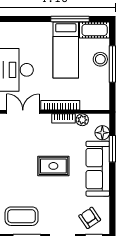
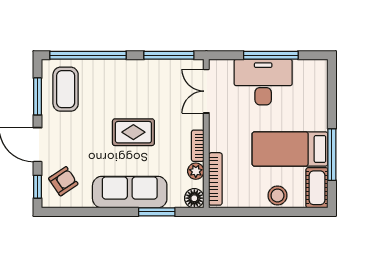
window: (112, 64) -> (271, 212), removed
bookcase: (60, 105) -> (215, 179), moved
double door: (23, 112) -> (206, 91), swing flipped
floor lamp: (102, 133) -> (194, 198), moved
rug: (53, 166) -> (133, 132), turned 90

